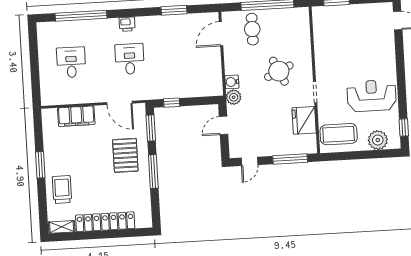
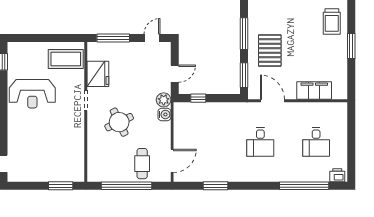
printer: (127, 24) -> (337, 175), moved
window: (172, 103) -> (198, 98), moved
plant: (378, 140) -> (29, 51), removed

